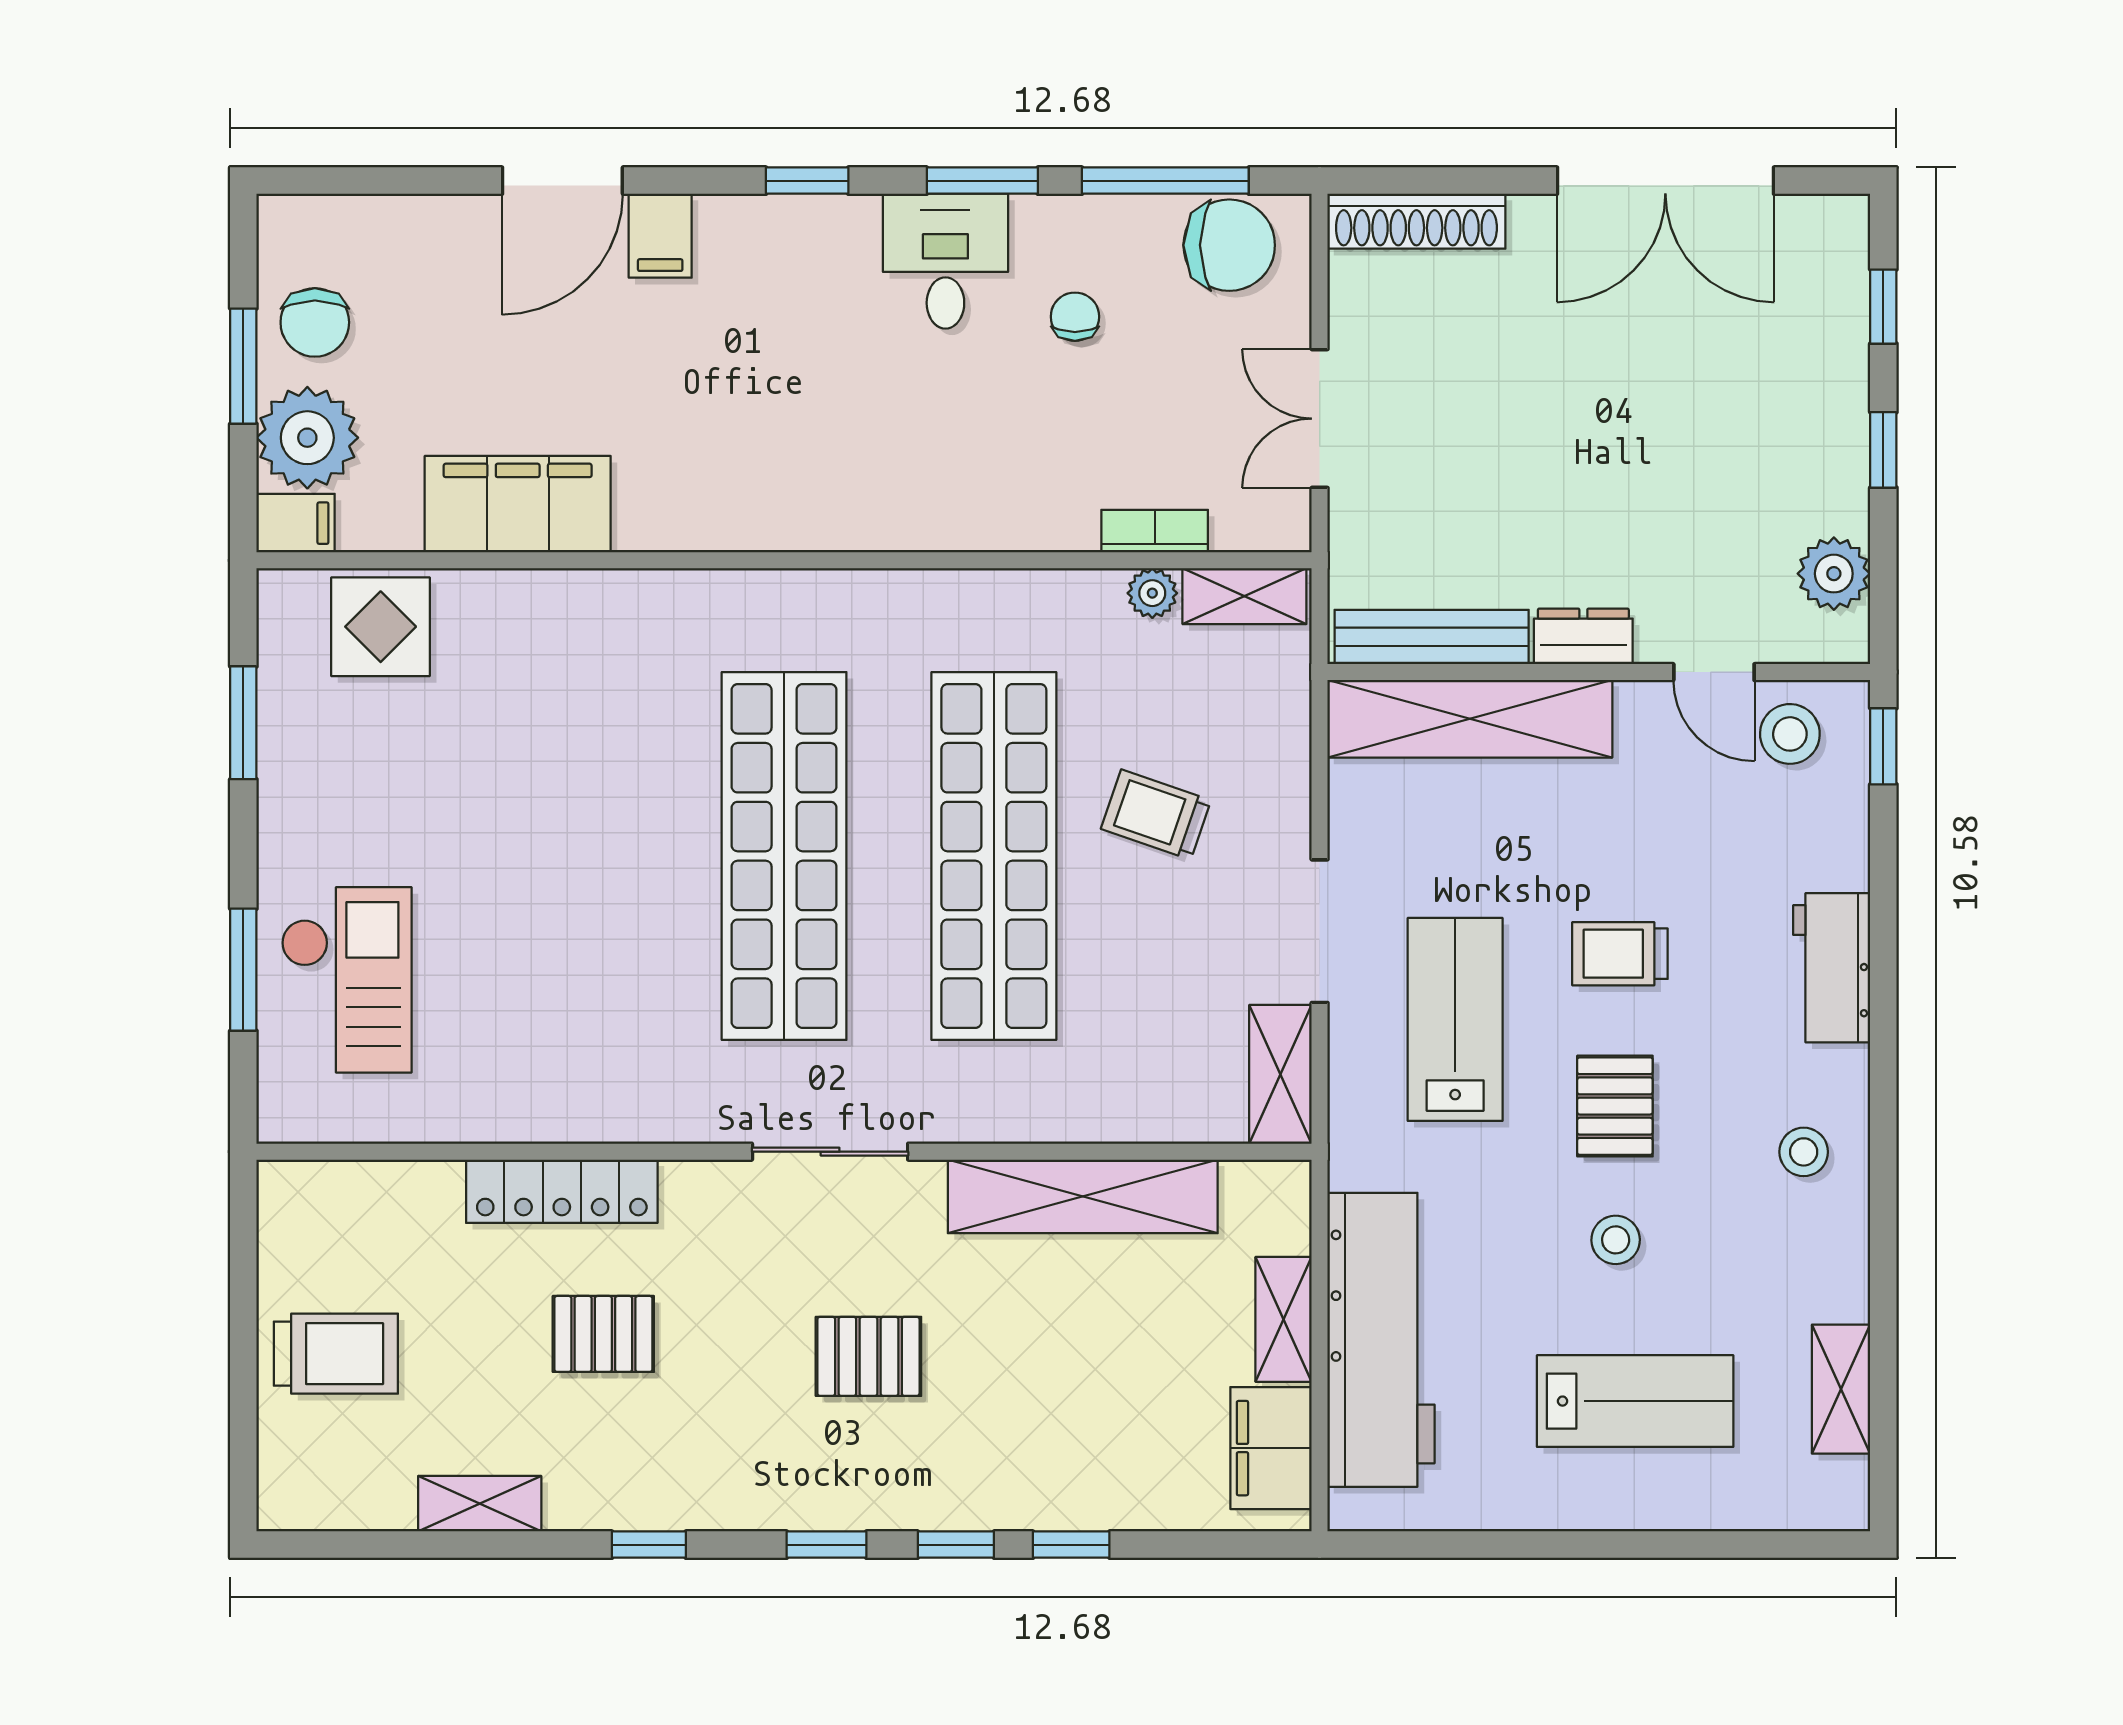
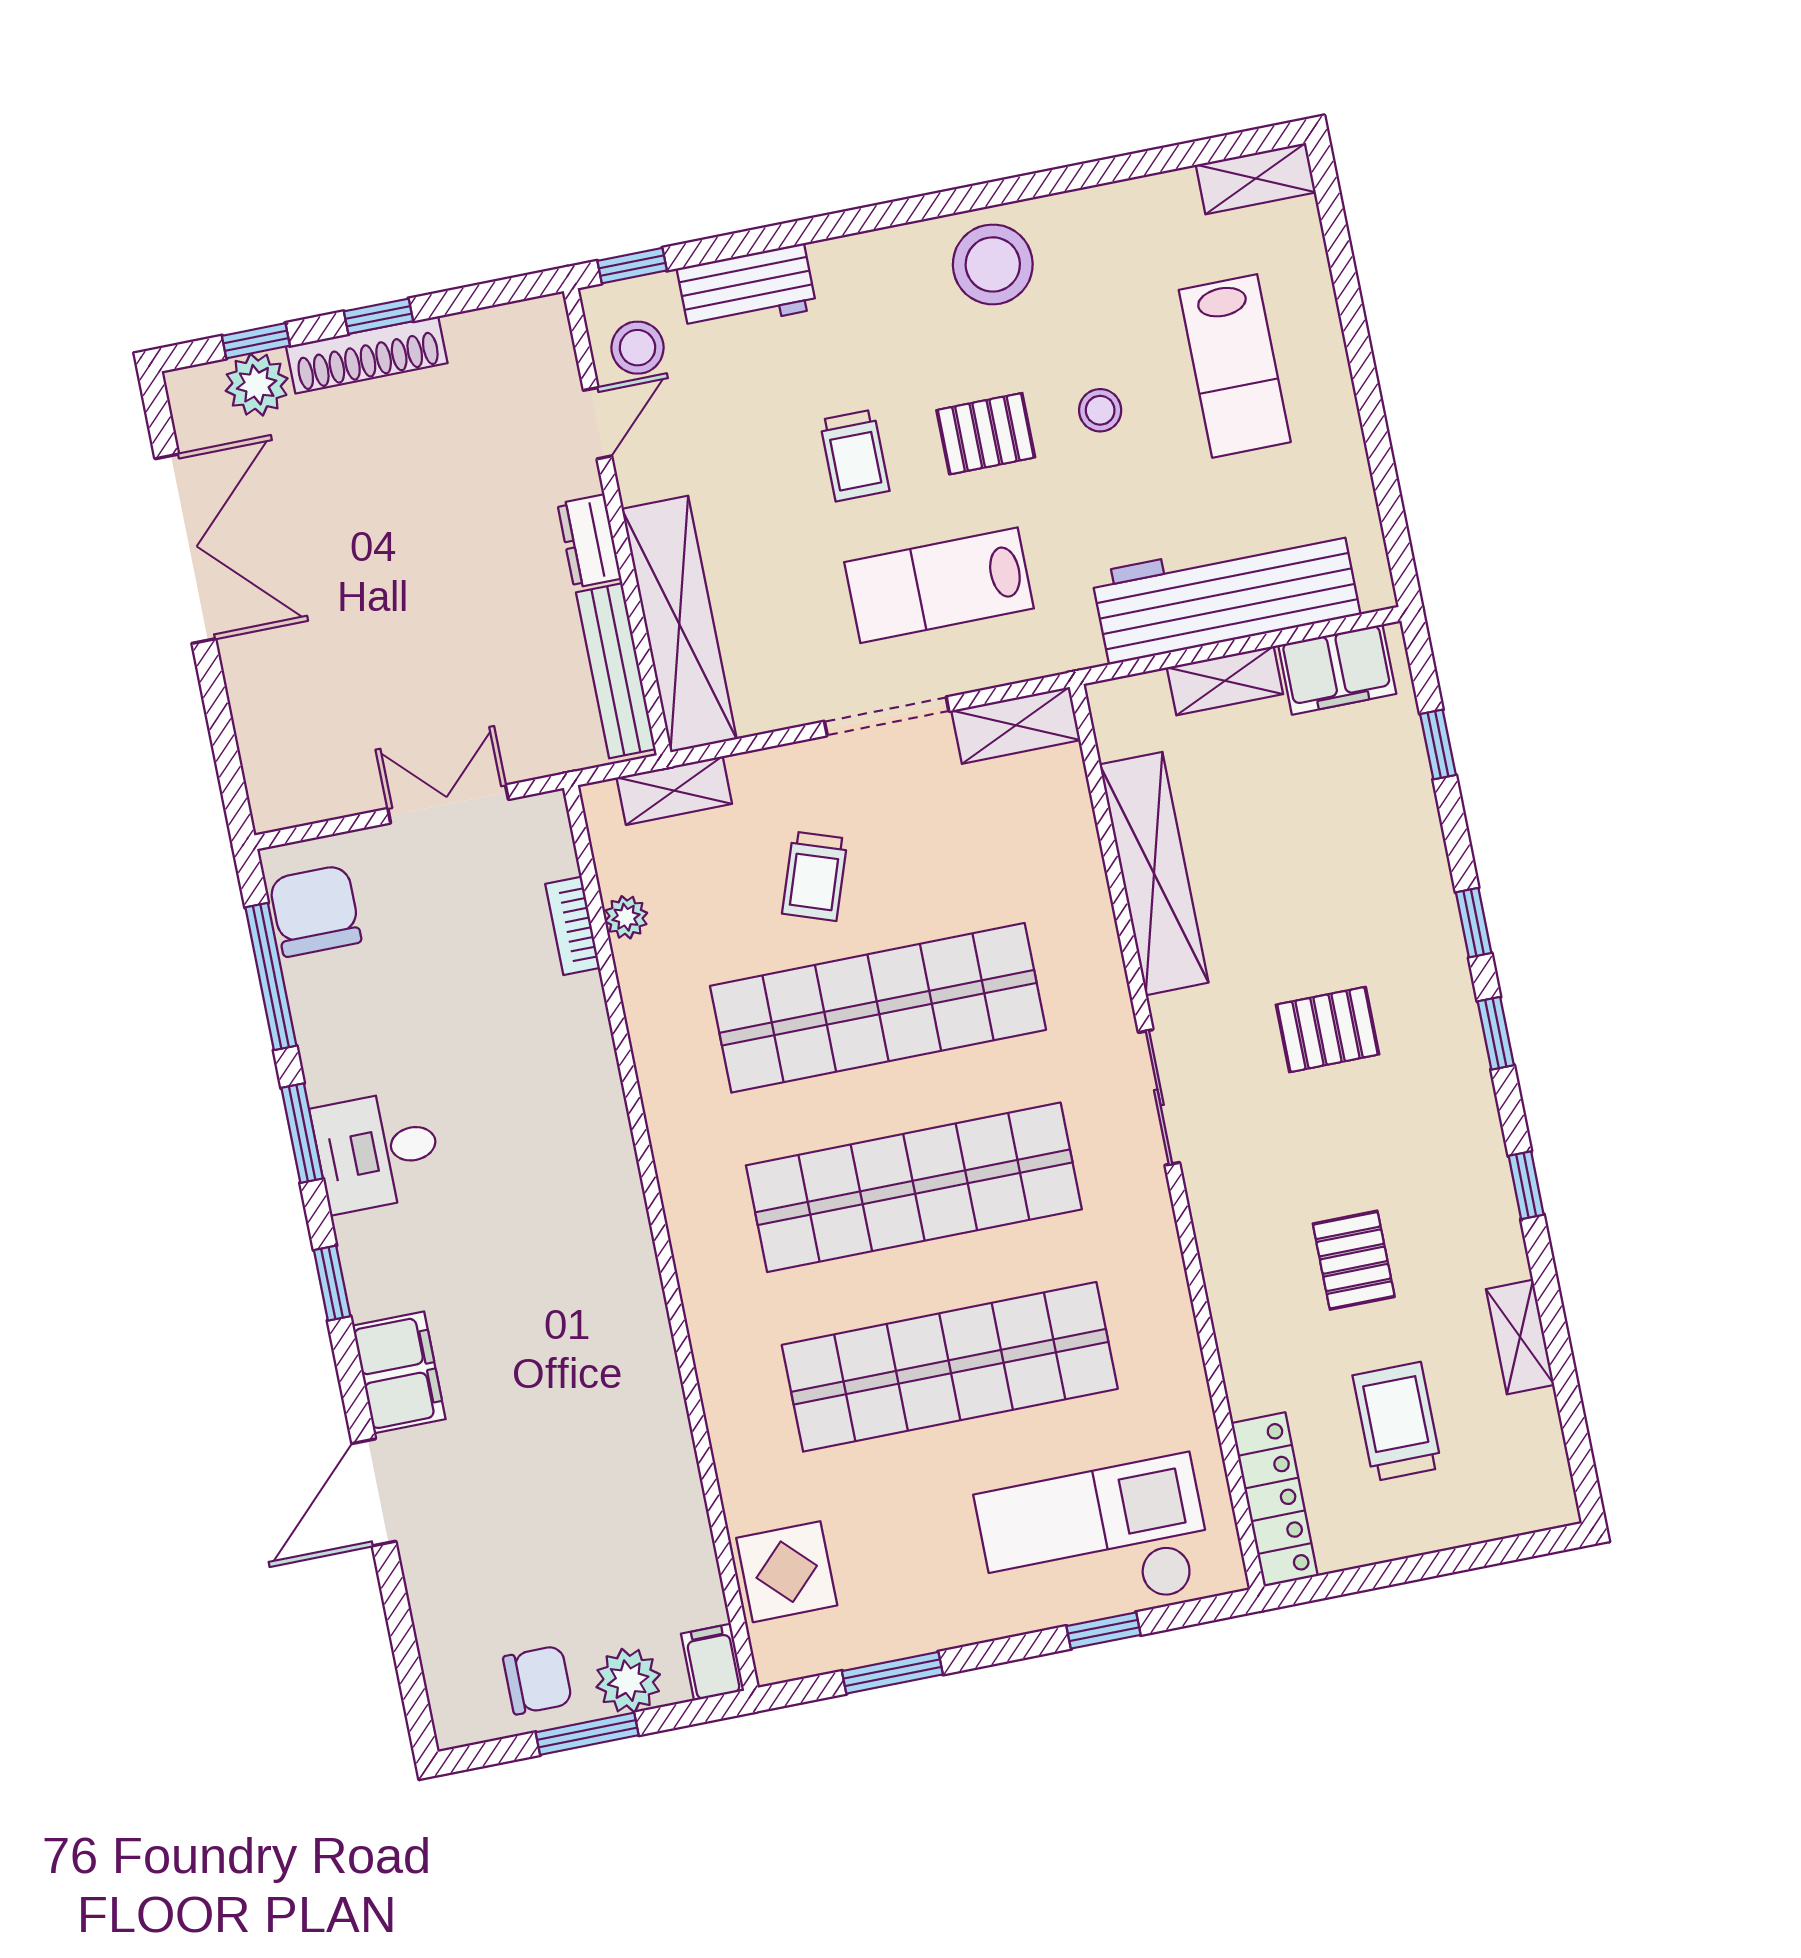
door: (562, 181) -> (374, 1492), swing flipped
shoe rack: (1416, 221) -> (367, 355), moved, turned 90
filing cabinet: (660, 236) -> (399, 1372), width x2.00
chair: (1075, 317) -> (403, 1031), removed
double door: (1320, 419) -> (448, 804), swing flipped
plant: (307, 438) -> (628, 1681), width x0.73, depth x0.73
filing cabinet: (518, 504) -> (658, 1475), removed
plant: (1834, 574) -> (257, 385), moved
shelving: (1244, 596) -> (674, 791), moved, turned 90
shop shelf: (574, 856) -> (950, 1367), added
workbench: (1832, 968) -> (747, 289), moved
window: (243, 970) -> (1104, 1631), width x0.67
checkout: (346, 980) -> (1095, 1541), width x1.36, depth x1.21
stool: (1804, 1152) -> (993, 264), width x1.89, depth x1.89
locker: (562, 1191) -> (1275, 1500), moved
trolley: (336, 1354) -> (1397, 1422), moved
pallet: (868, 1356) -> (1328, 1030), turned 90
shelving: (1841, 1389) -> (1256, 179), moved
lab bench: (1635, 1401) -> (1235, 366), turned 180
window: (1071, 1545) -> (1438, 744), moved

